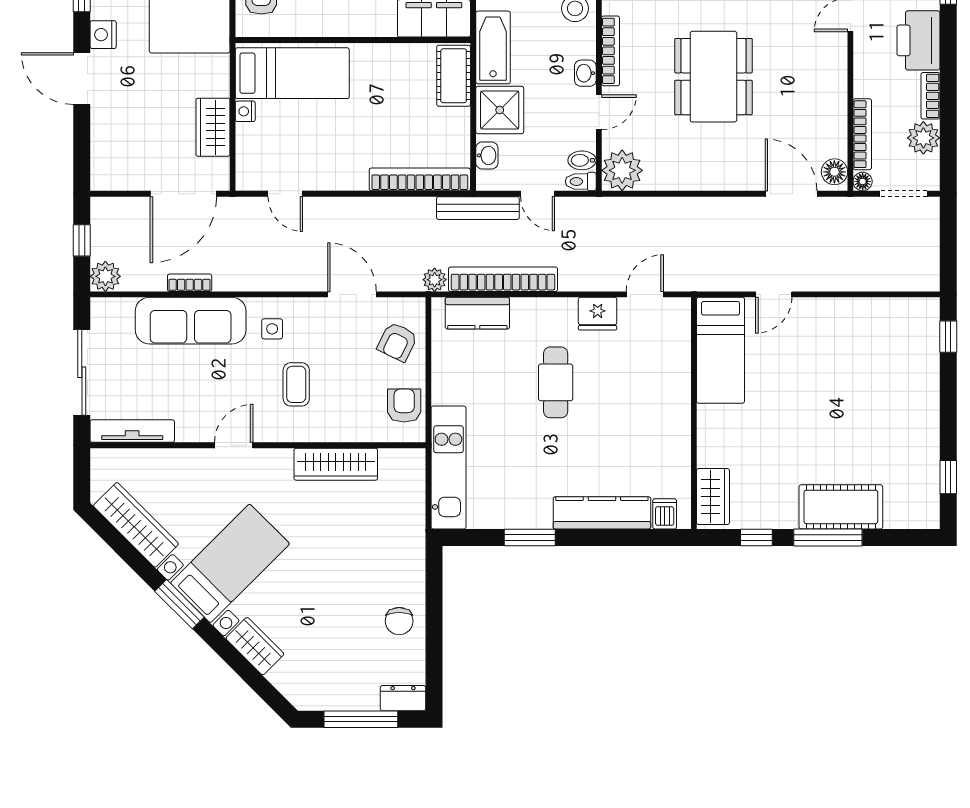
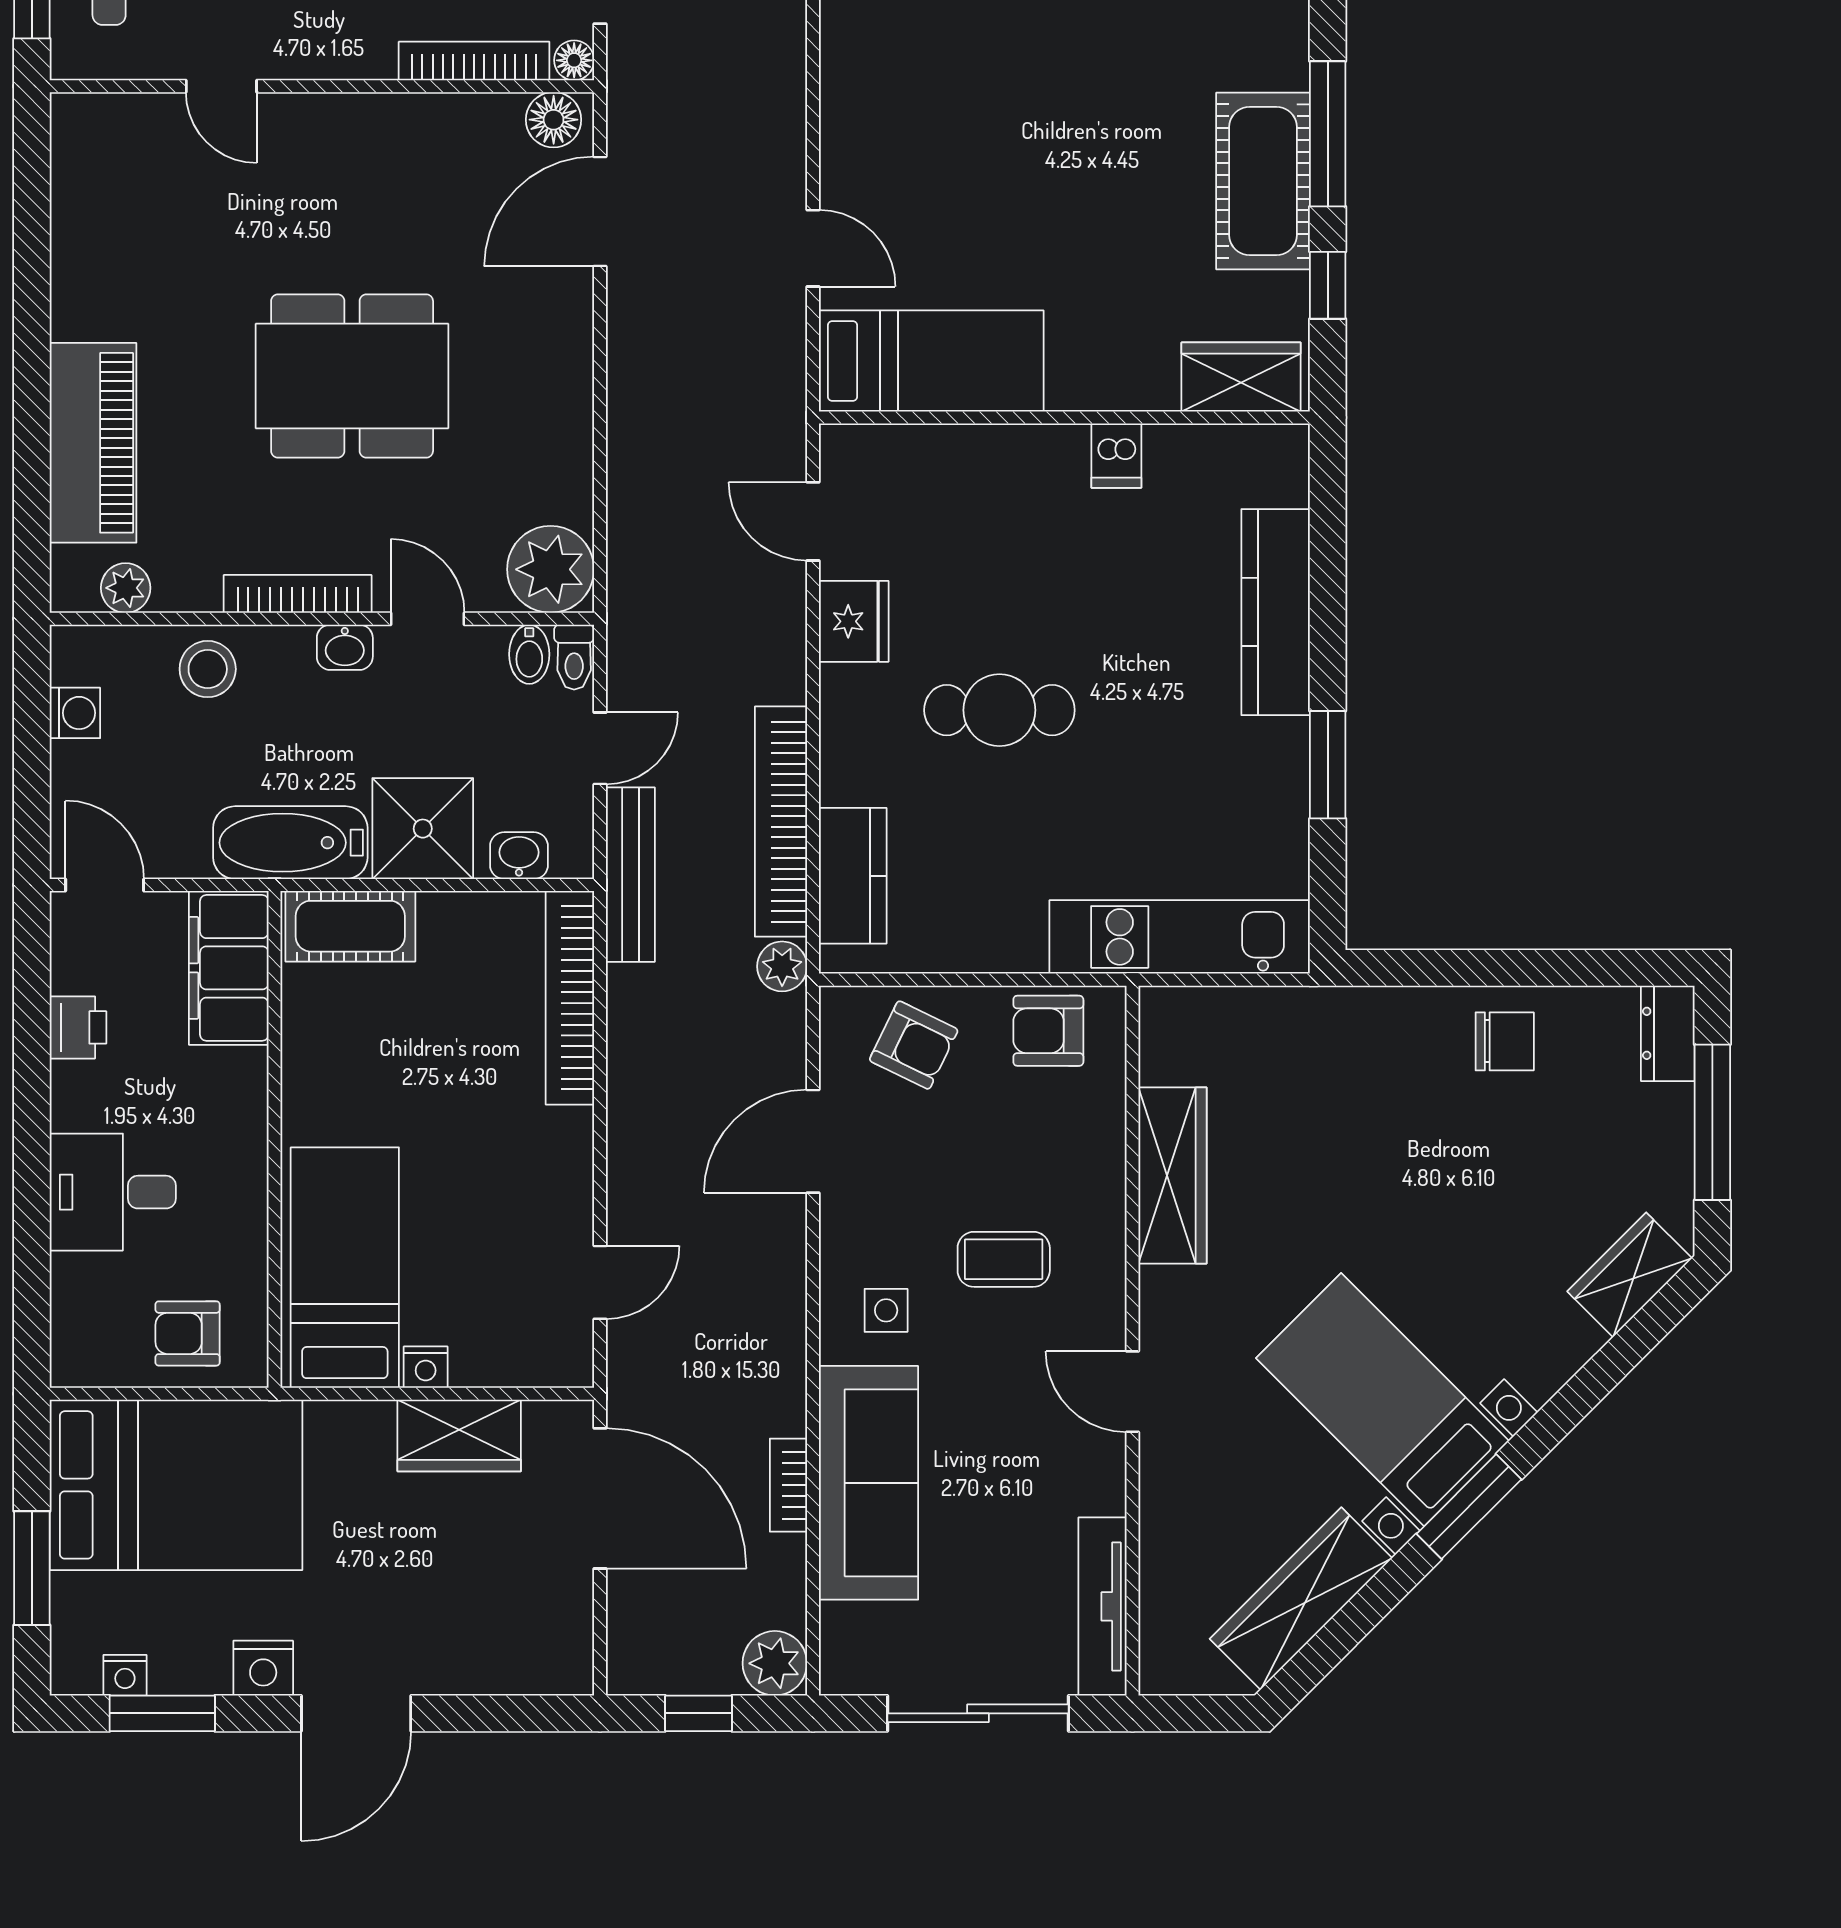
cot: (841, 507) -> (1263, 181), moved
dishwasher: (665, 514) -> (1116, 456), moved, turned -90
wardrobe: (255, 646) -> (1630, 1275), moved

